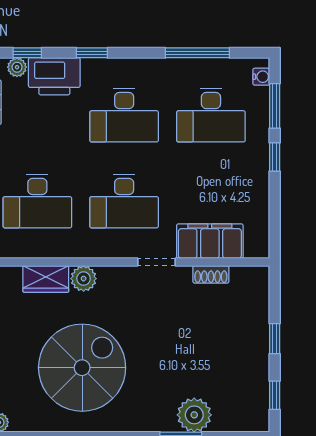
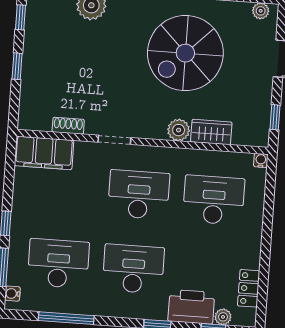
filing cabinet: (210, 241) -> (44, 153), moved

